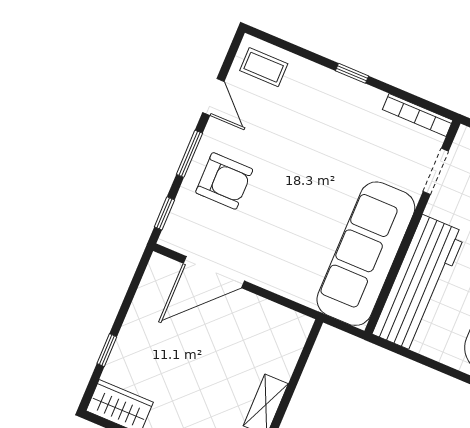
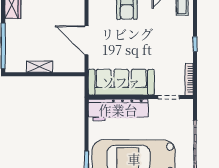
door: (214, 272) -> (86, 40), moved

